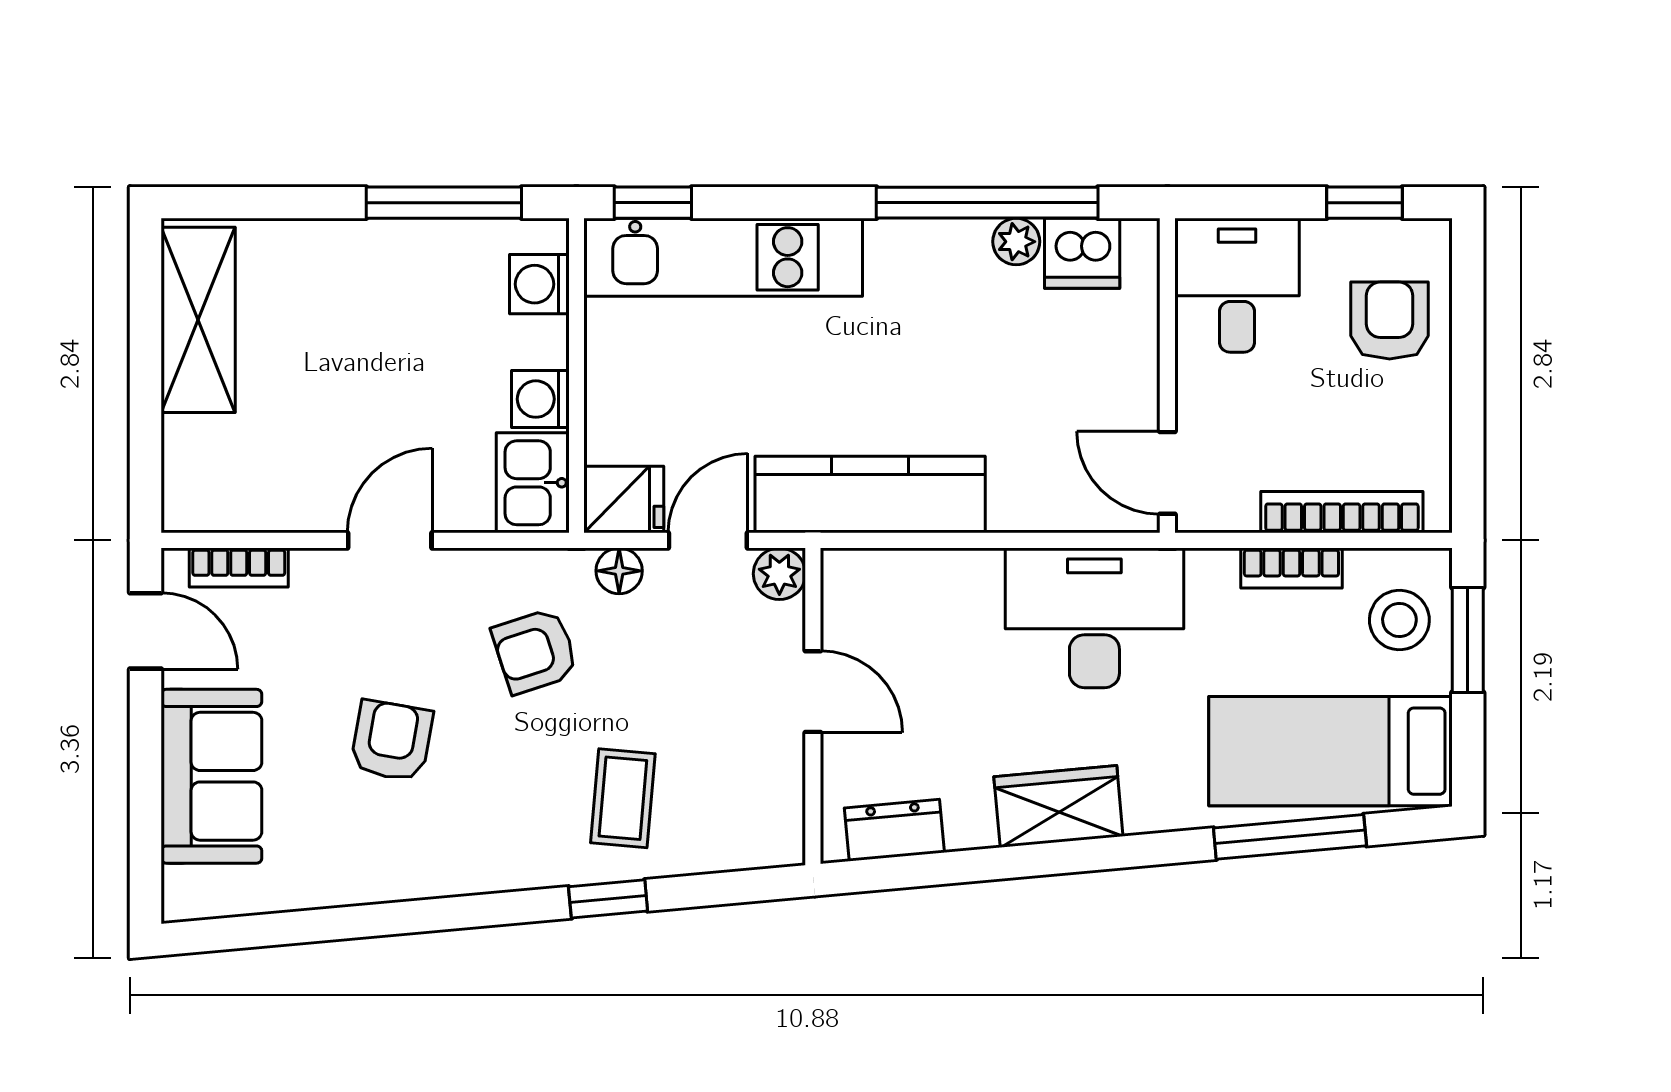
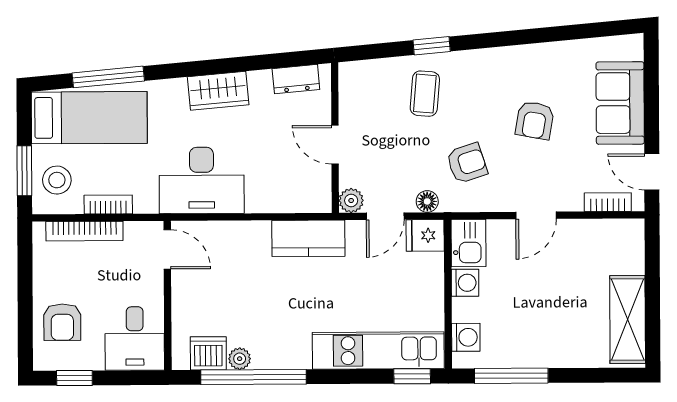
kitchen counter: (870, 495) -> (308, 238), width x0.67

